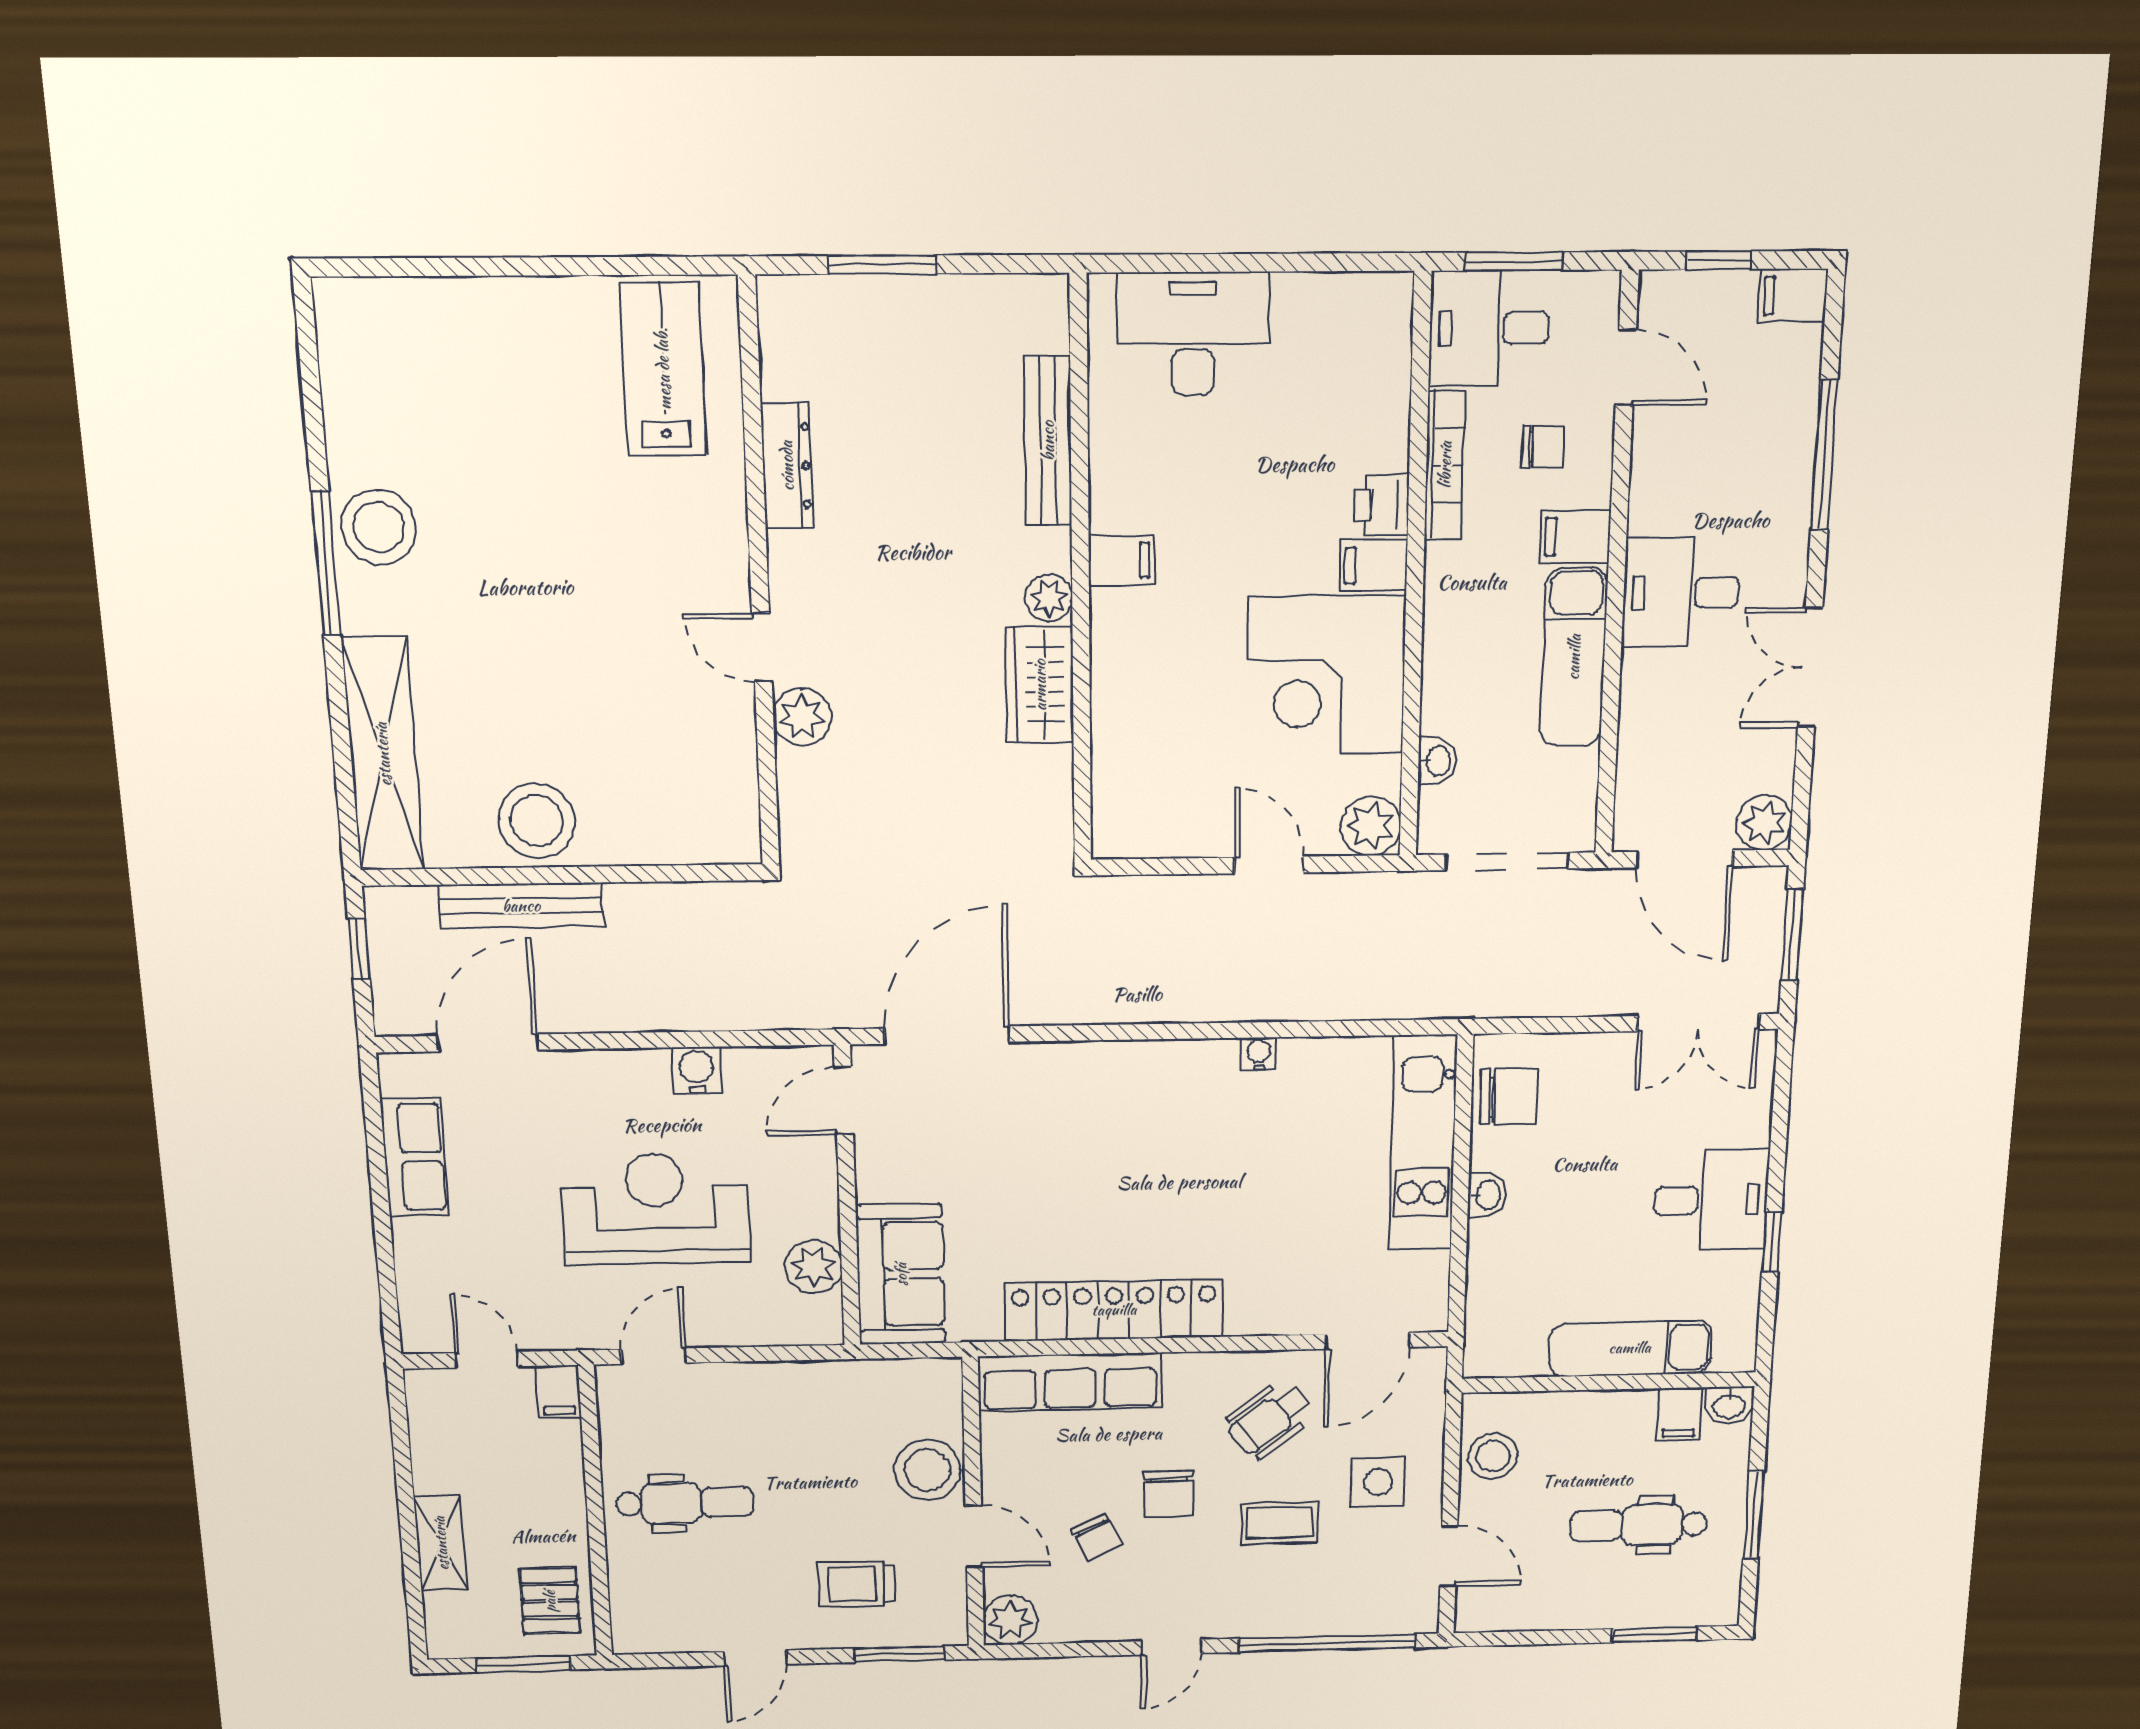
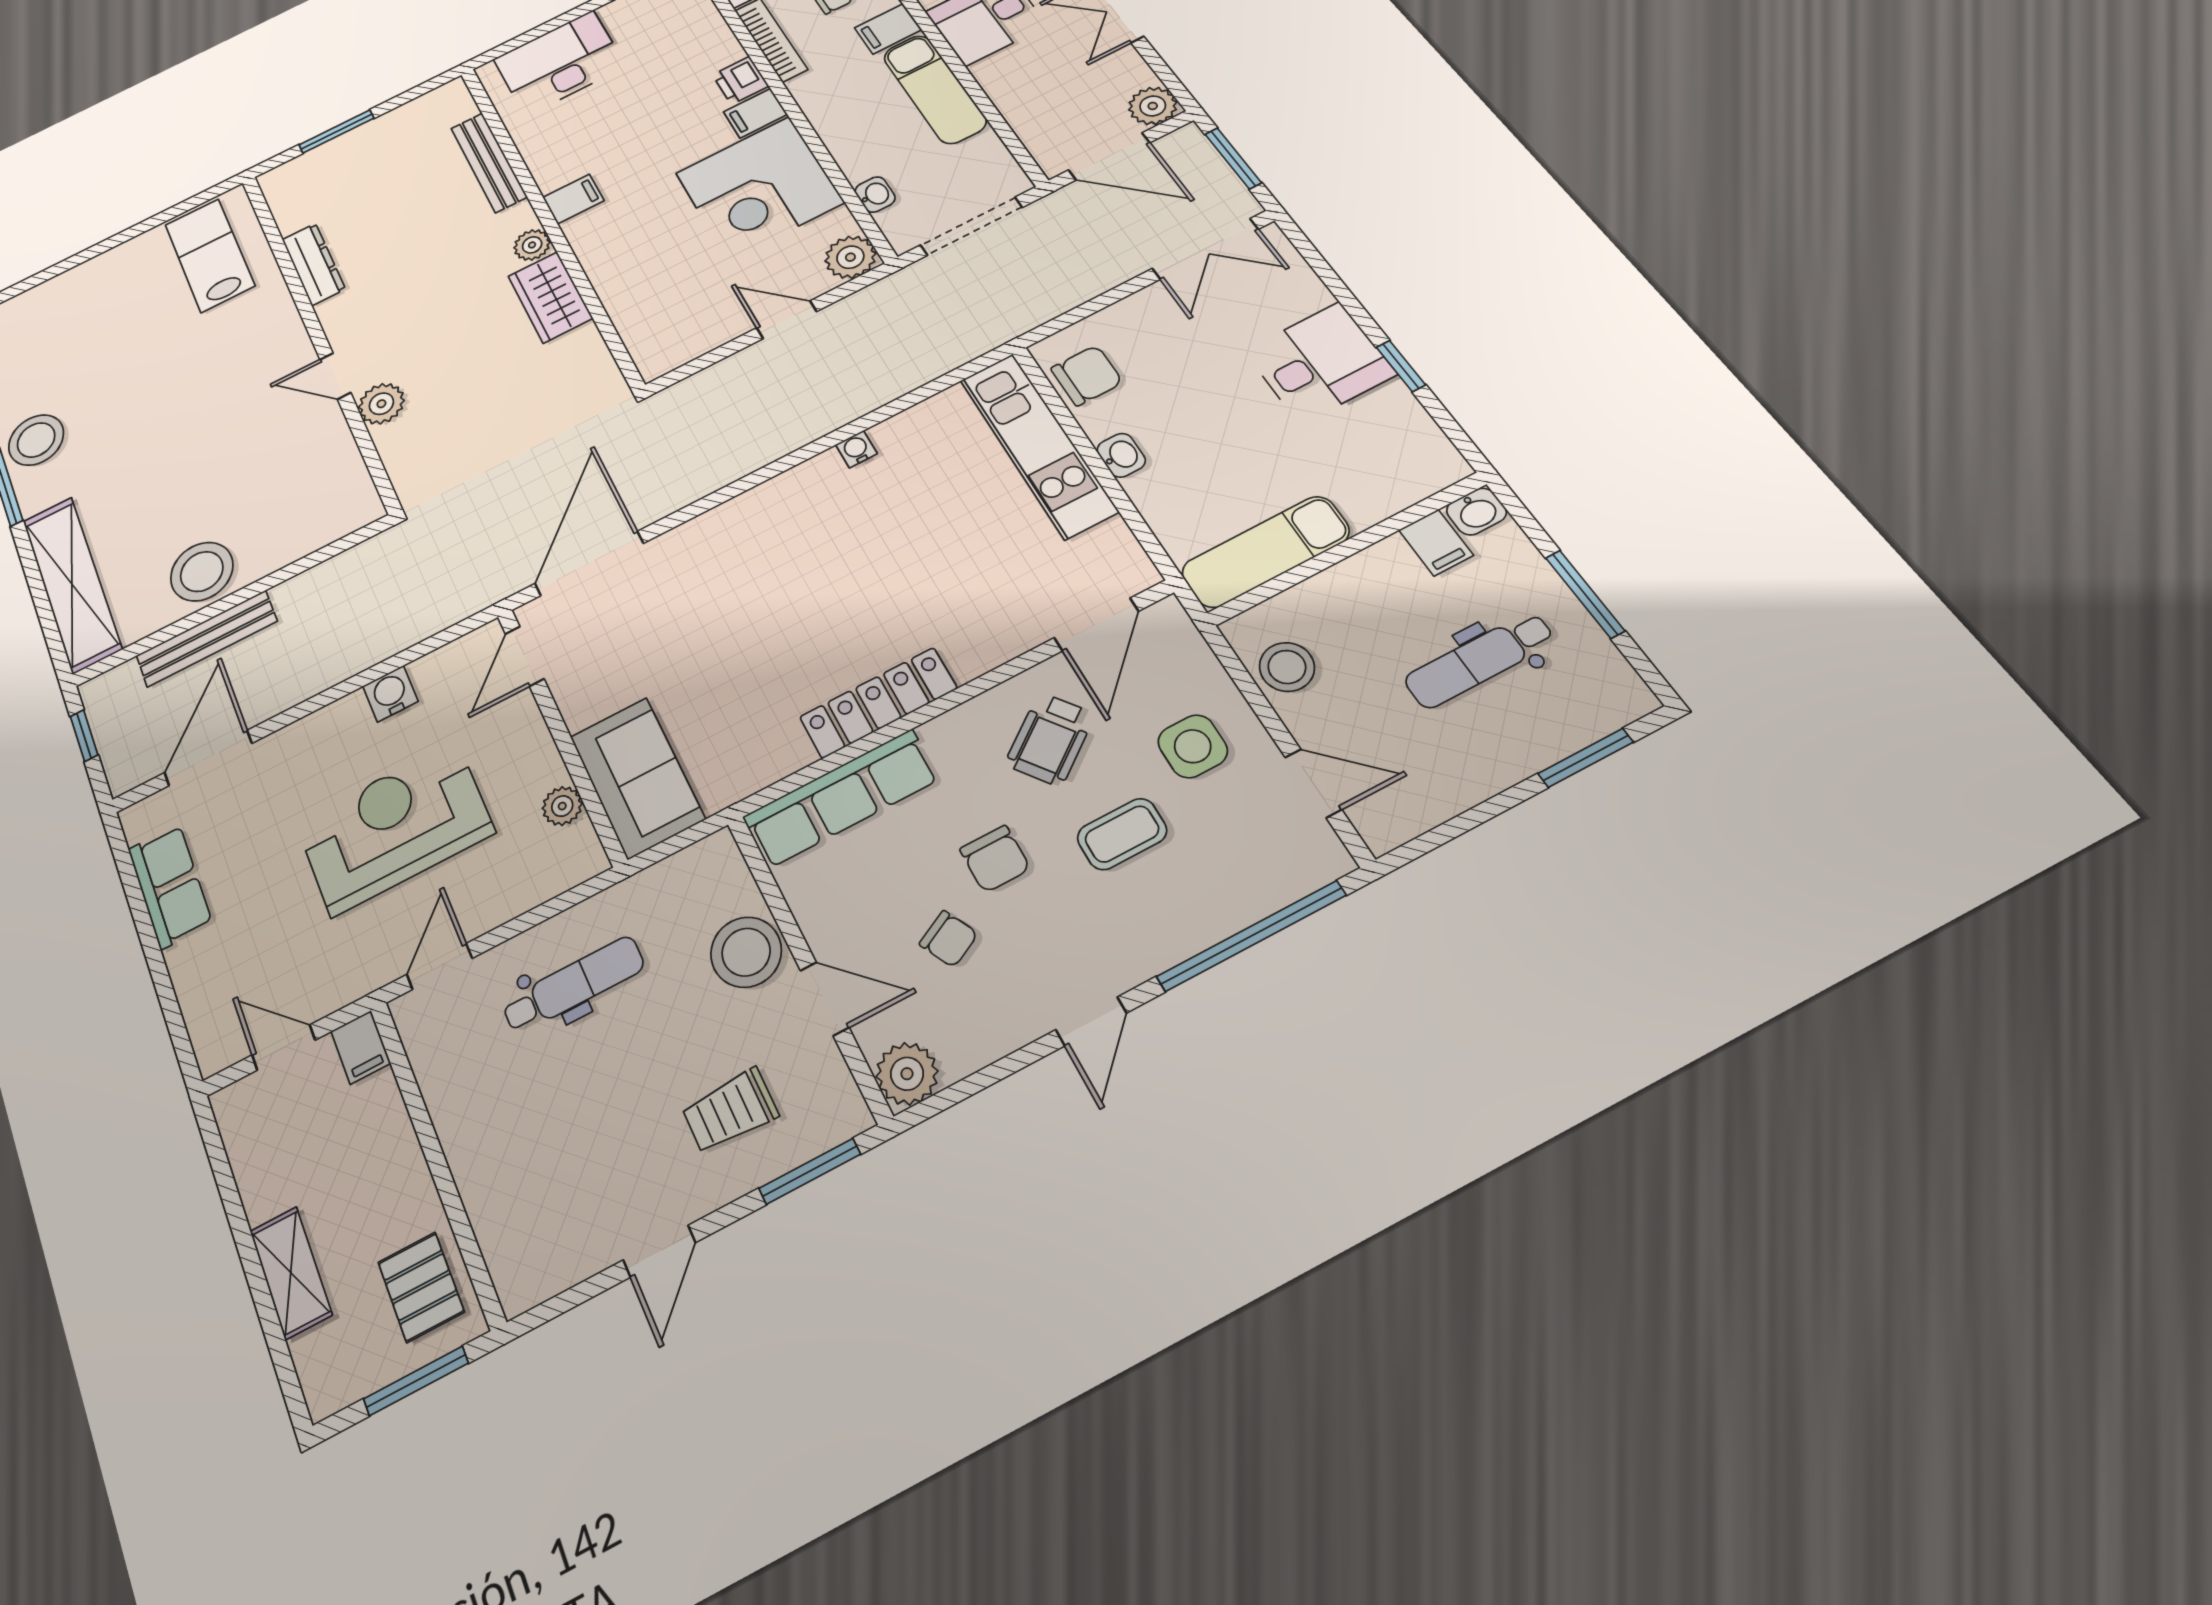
plant: (813, 1267) -> (562, 806), width x0.73, depth x0.73
locker: (1114, 1310) -> (878, 703), width x0.71, depth x0.83
exam couch: (1630, 1348) -> (1266, 552), moved
dental chair: (685, 1503) -> (573, 985), moved

